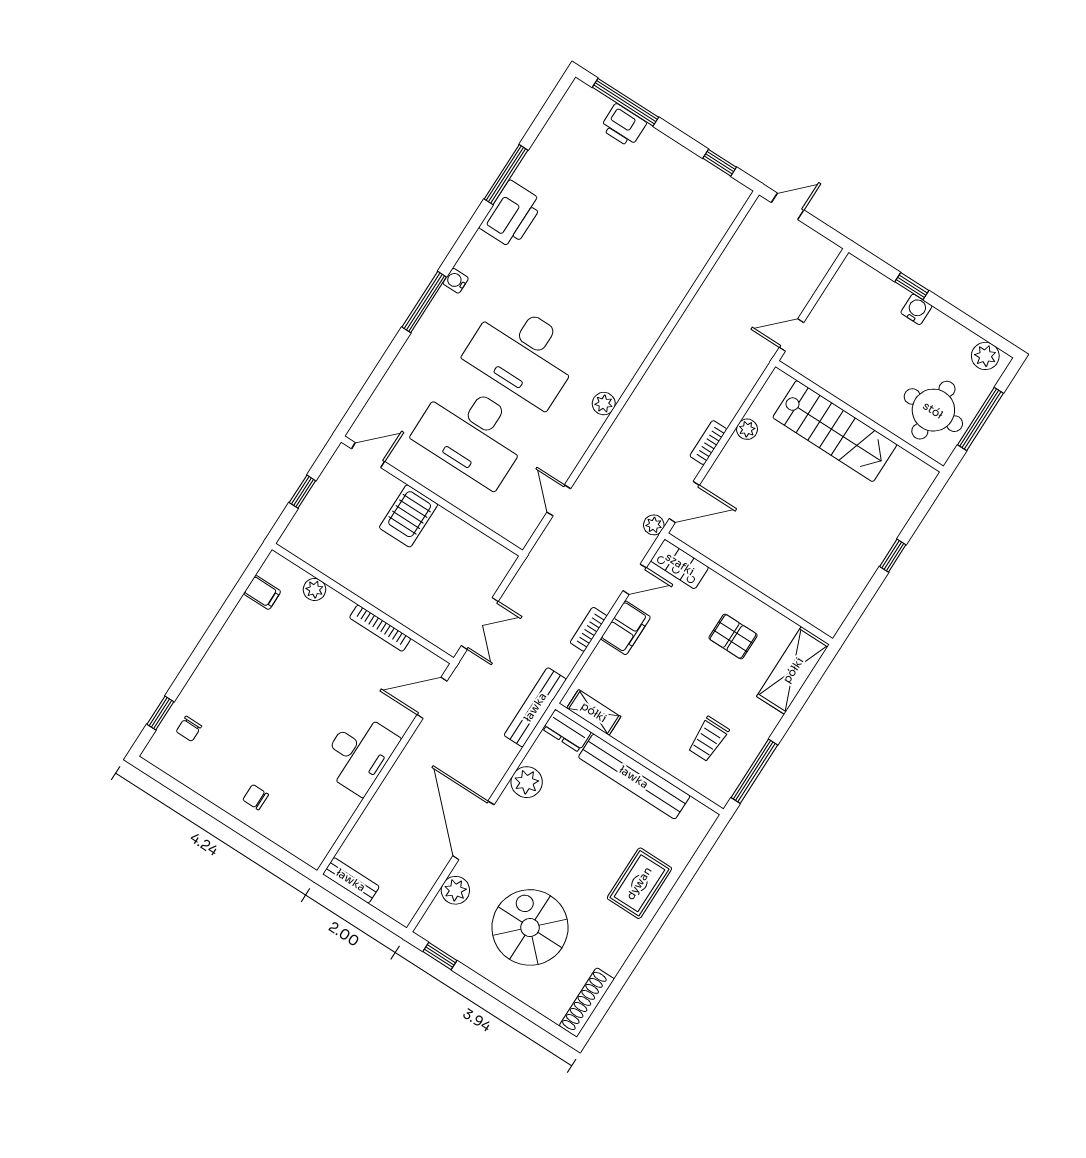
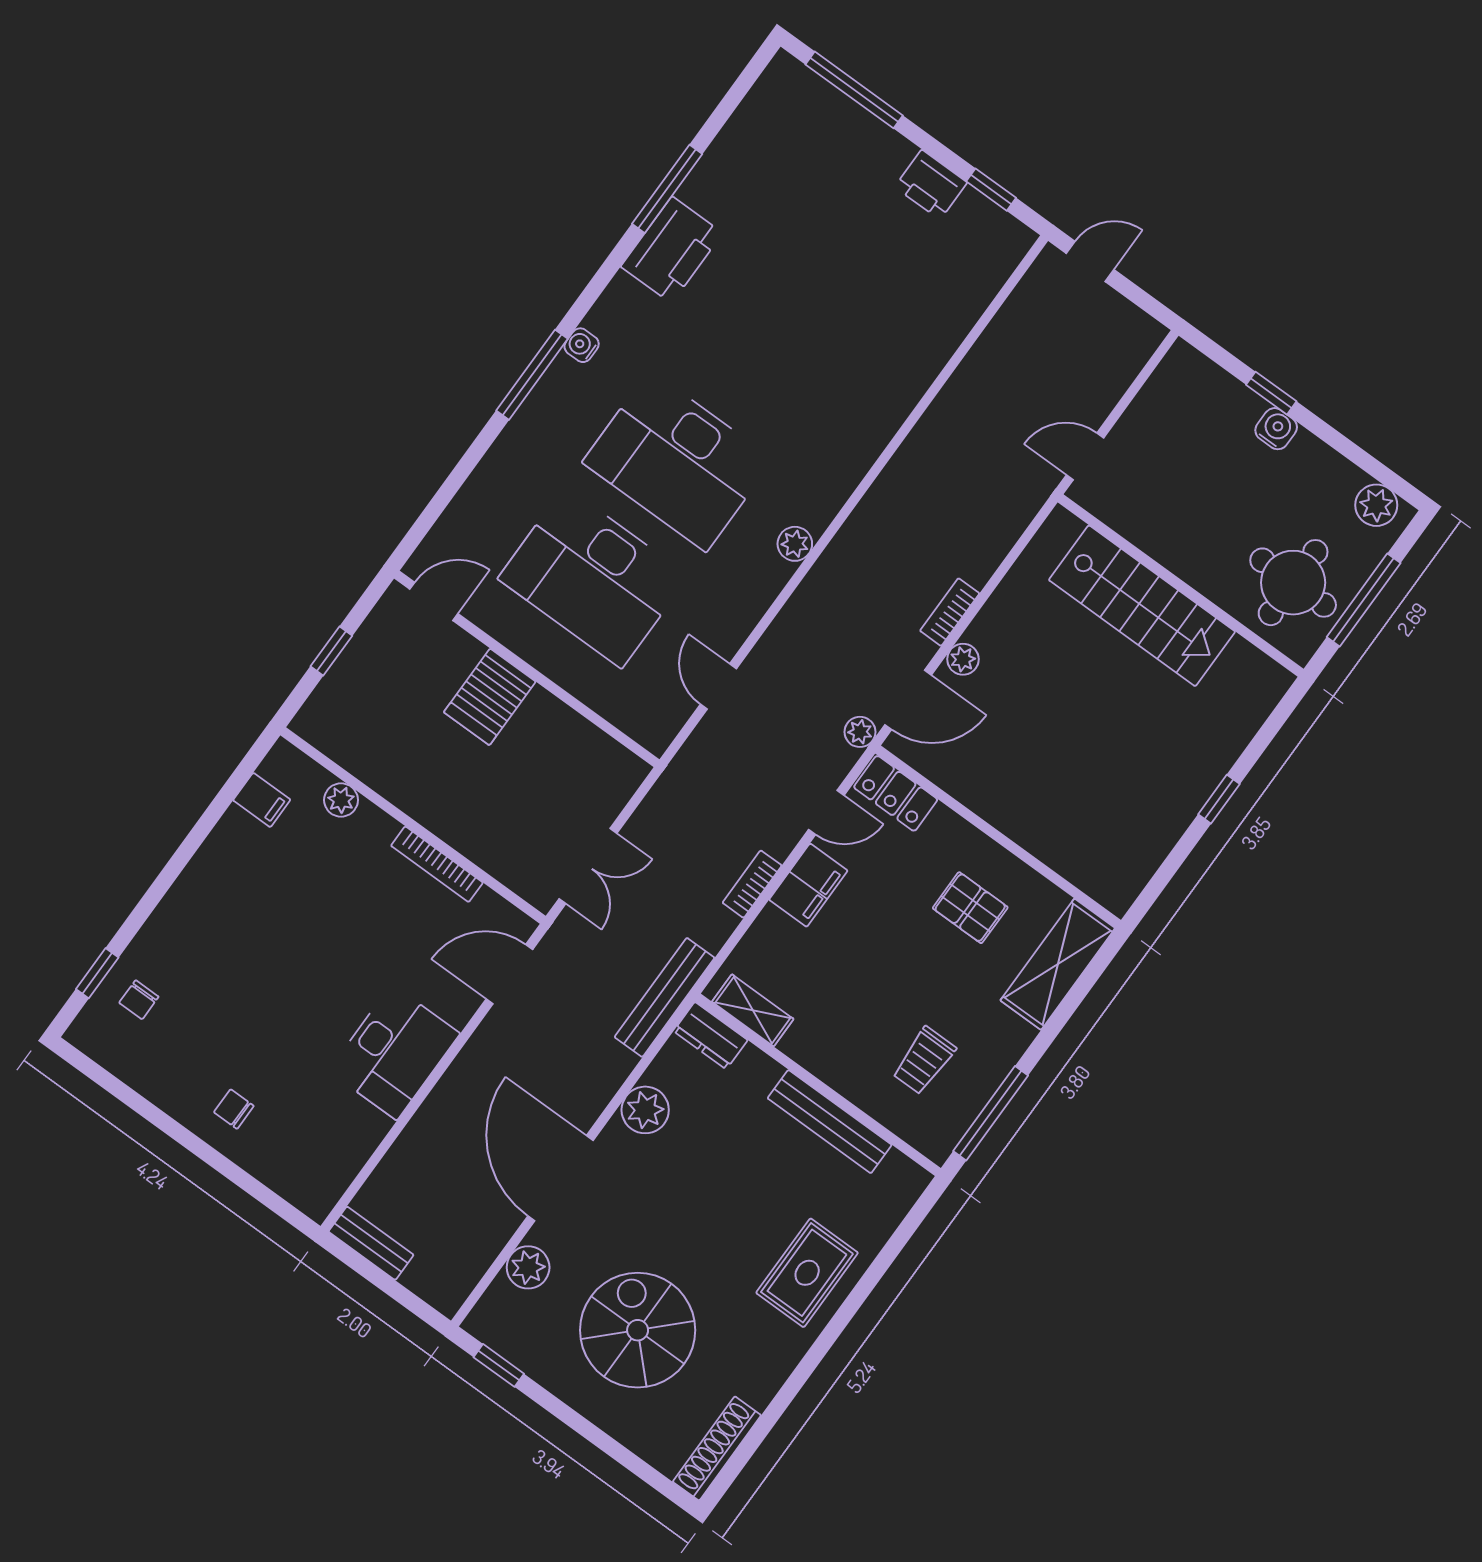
printer: (623, 126) -> (931, 185), moved
plant: (747, 429) -> (963, 659), moved
bench: (634, 777) -> (830, 1122), width x0.73, depth x0.82

